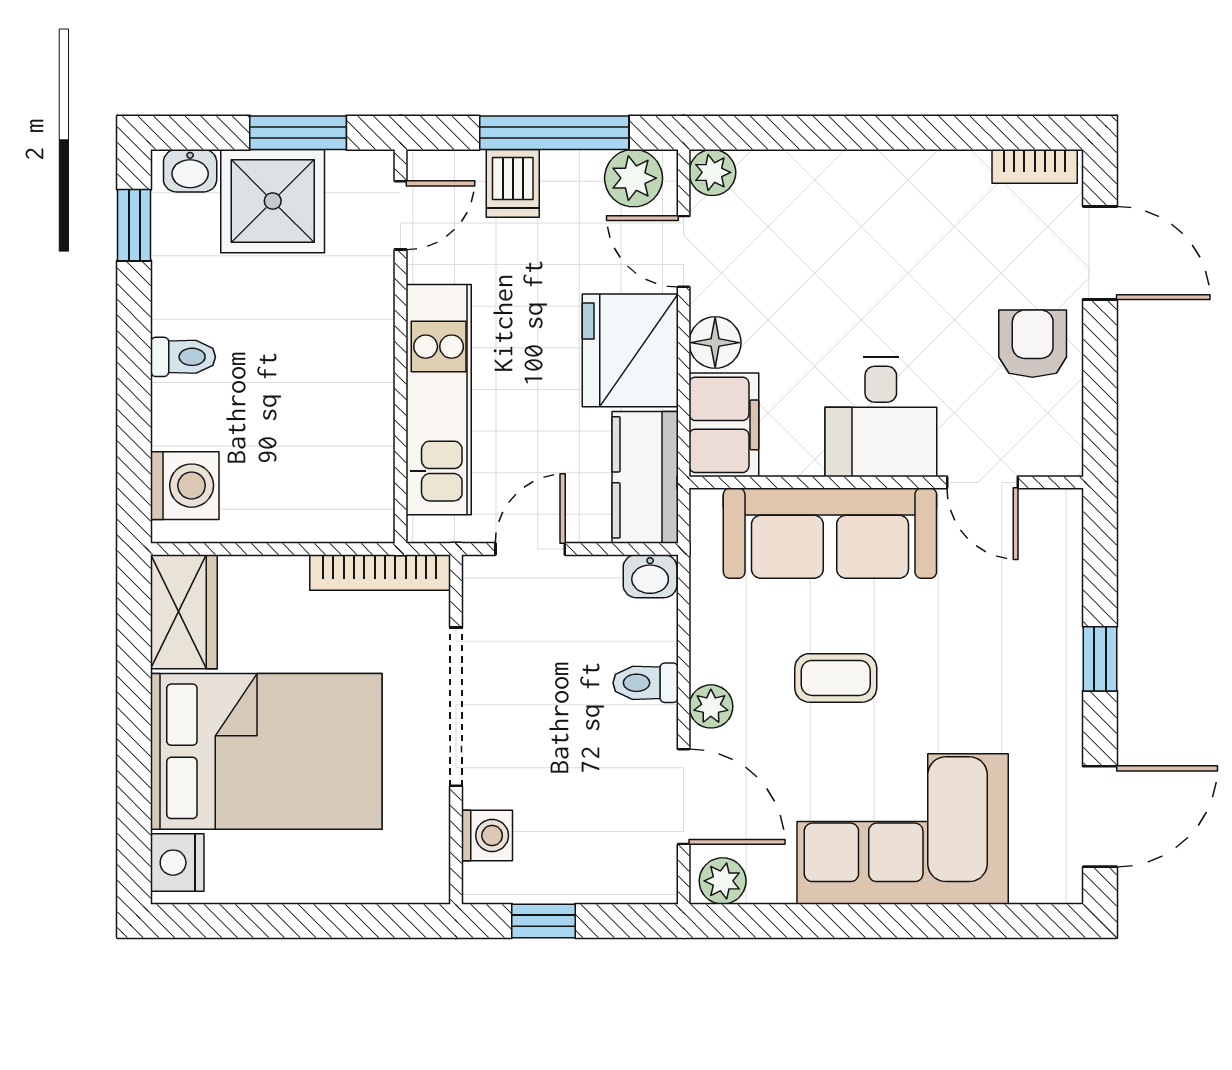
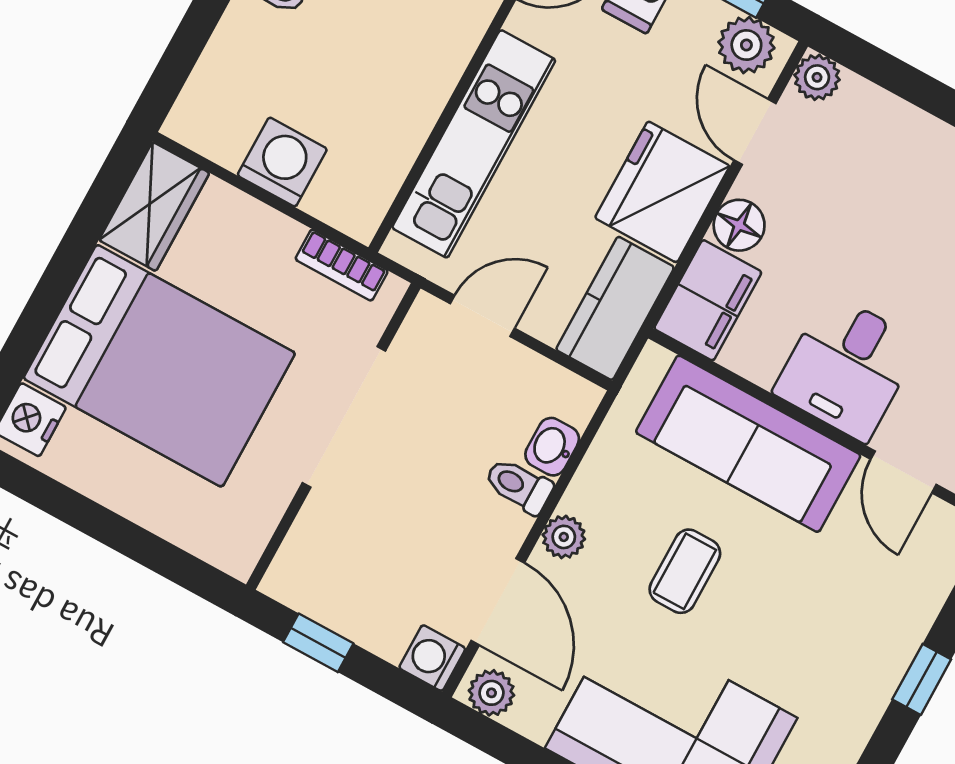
washing machine: (185, 486) -> (282, 162), moved, turned -90
bookcase: (380, 572) -> (342, 265), width x0.64
washbasin: (650, 576) -> (552, 447), moved, turned 90
coffee table: (836, 678) -> (685, 571), turned 90
washing machine: (487, 836) -> (432, 658), moved, turned 180

